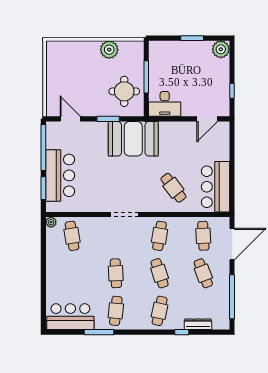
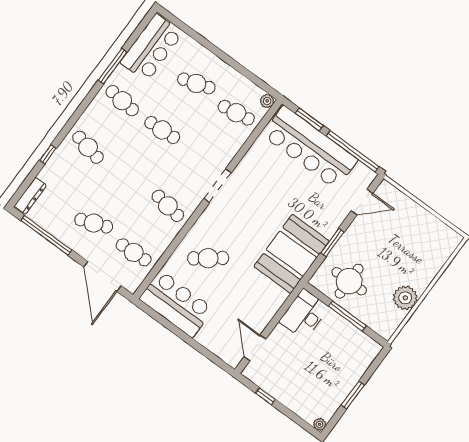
plant: (221, 49) -> (320, 424), width x0.53, depth x0.53
bar counter: (60, 175) -> (310, 147), width x1.36
cafe table: (160, 273) -> (196, 83), moved
dresser: (198, 324) -> (30, 196), moved

